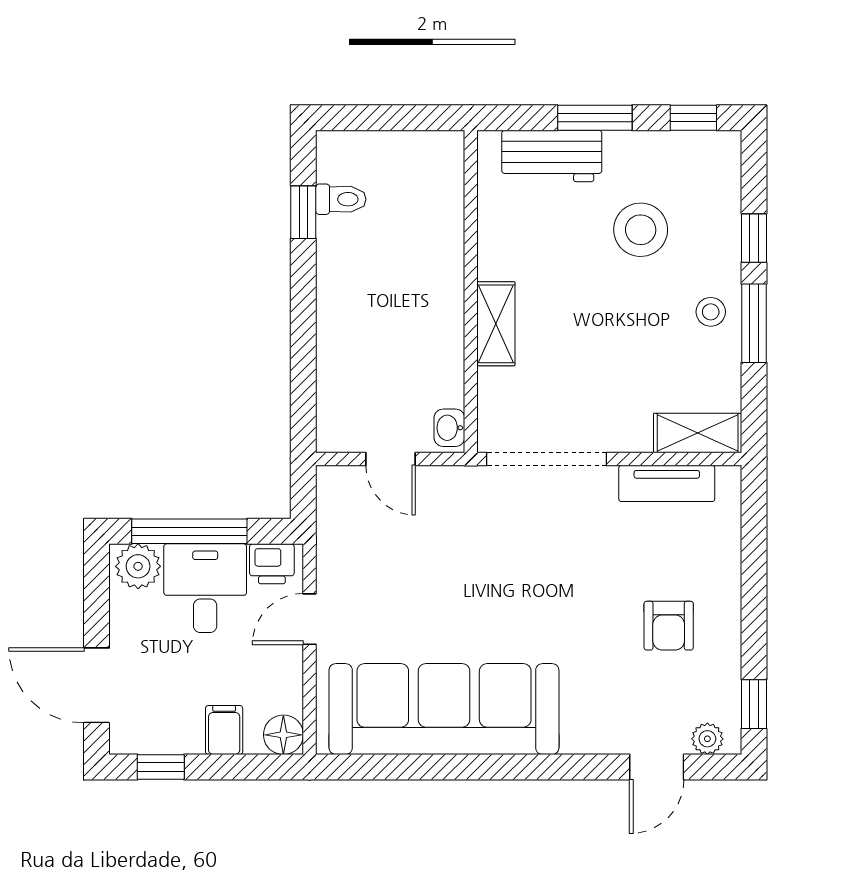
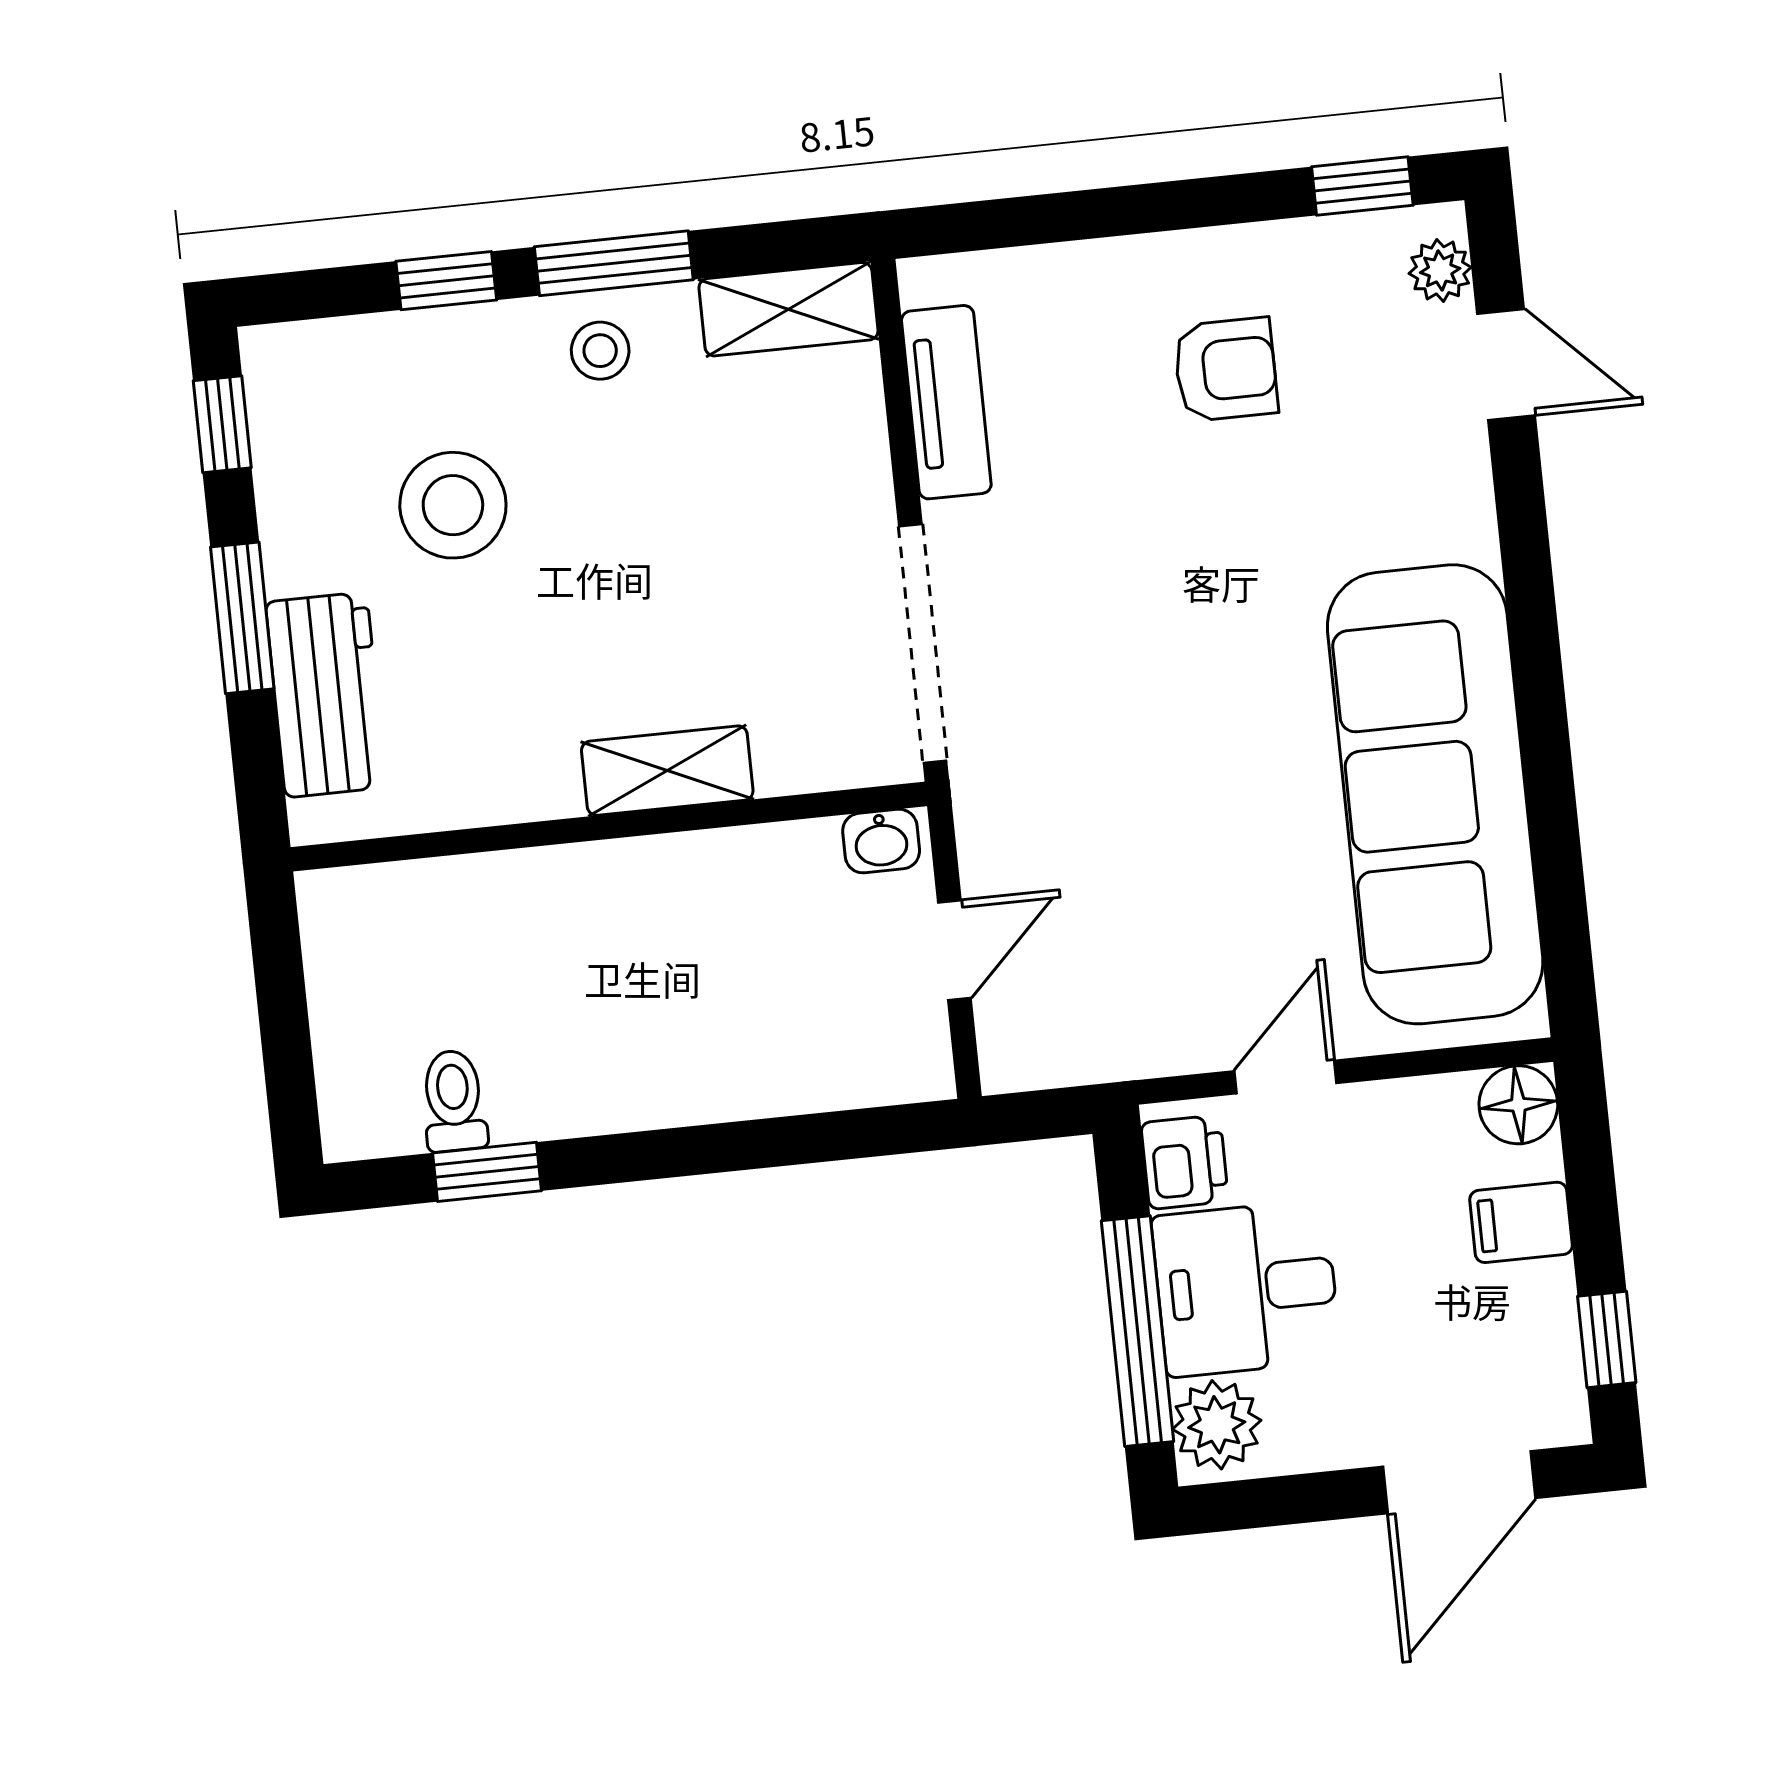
shelving: (698, 433) -> (789, 309), moved, turned 90
door: (309, 619) -> (1286, 1077), swing flipped

